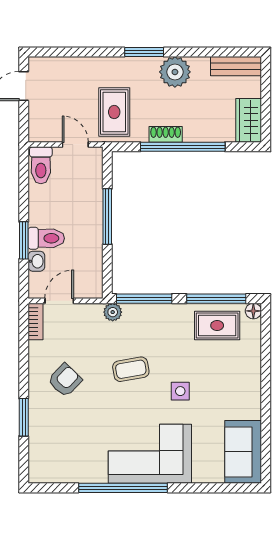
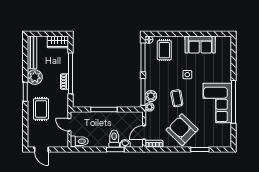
bench: (236, 66) -> (32, 52), width x1.36
rug: (114, 112) -> (41, 109), moved, turned 90
door: (75, 145) -> (69, 125), hinge flipped
door: (59, 301) -> (144, 132), hinge flipped
plant: (135, 315) -> (151, 96), added
rug: (217, 325) -> (164, 50), moved
armchair: (65, 380) -> (182, 130), width x1.88, depth x1.88
sofa: (243, 452) -> (200, 44), moved
corner sofa: (150, 454) -> (217, 103), moved

